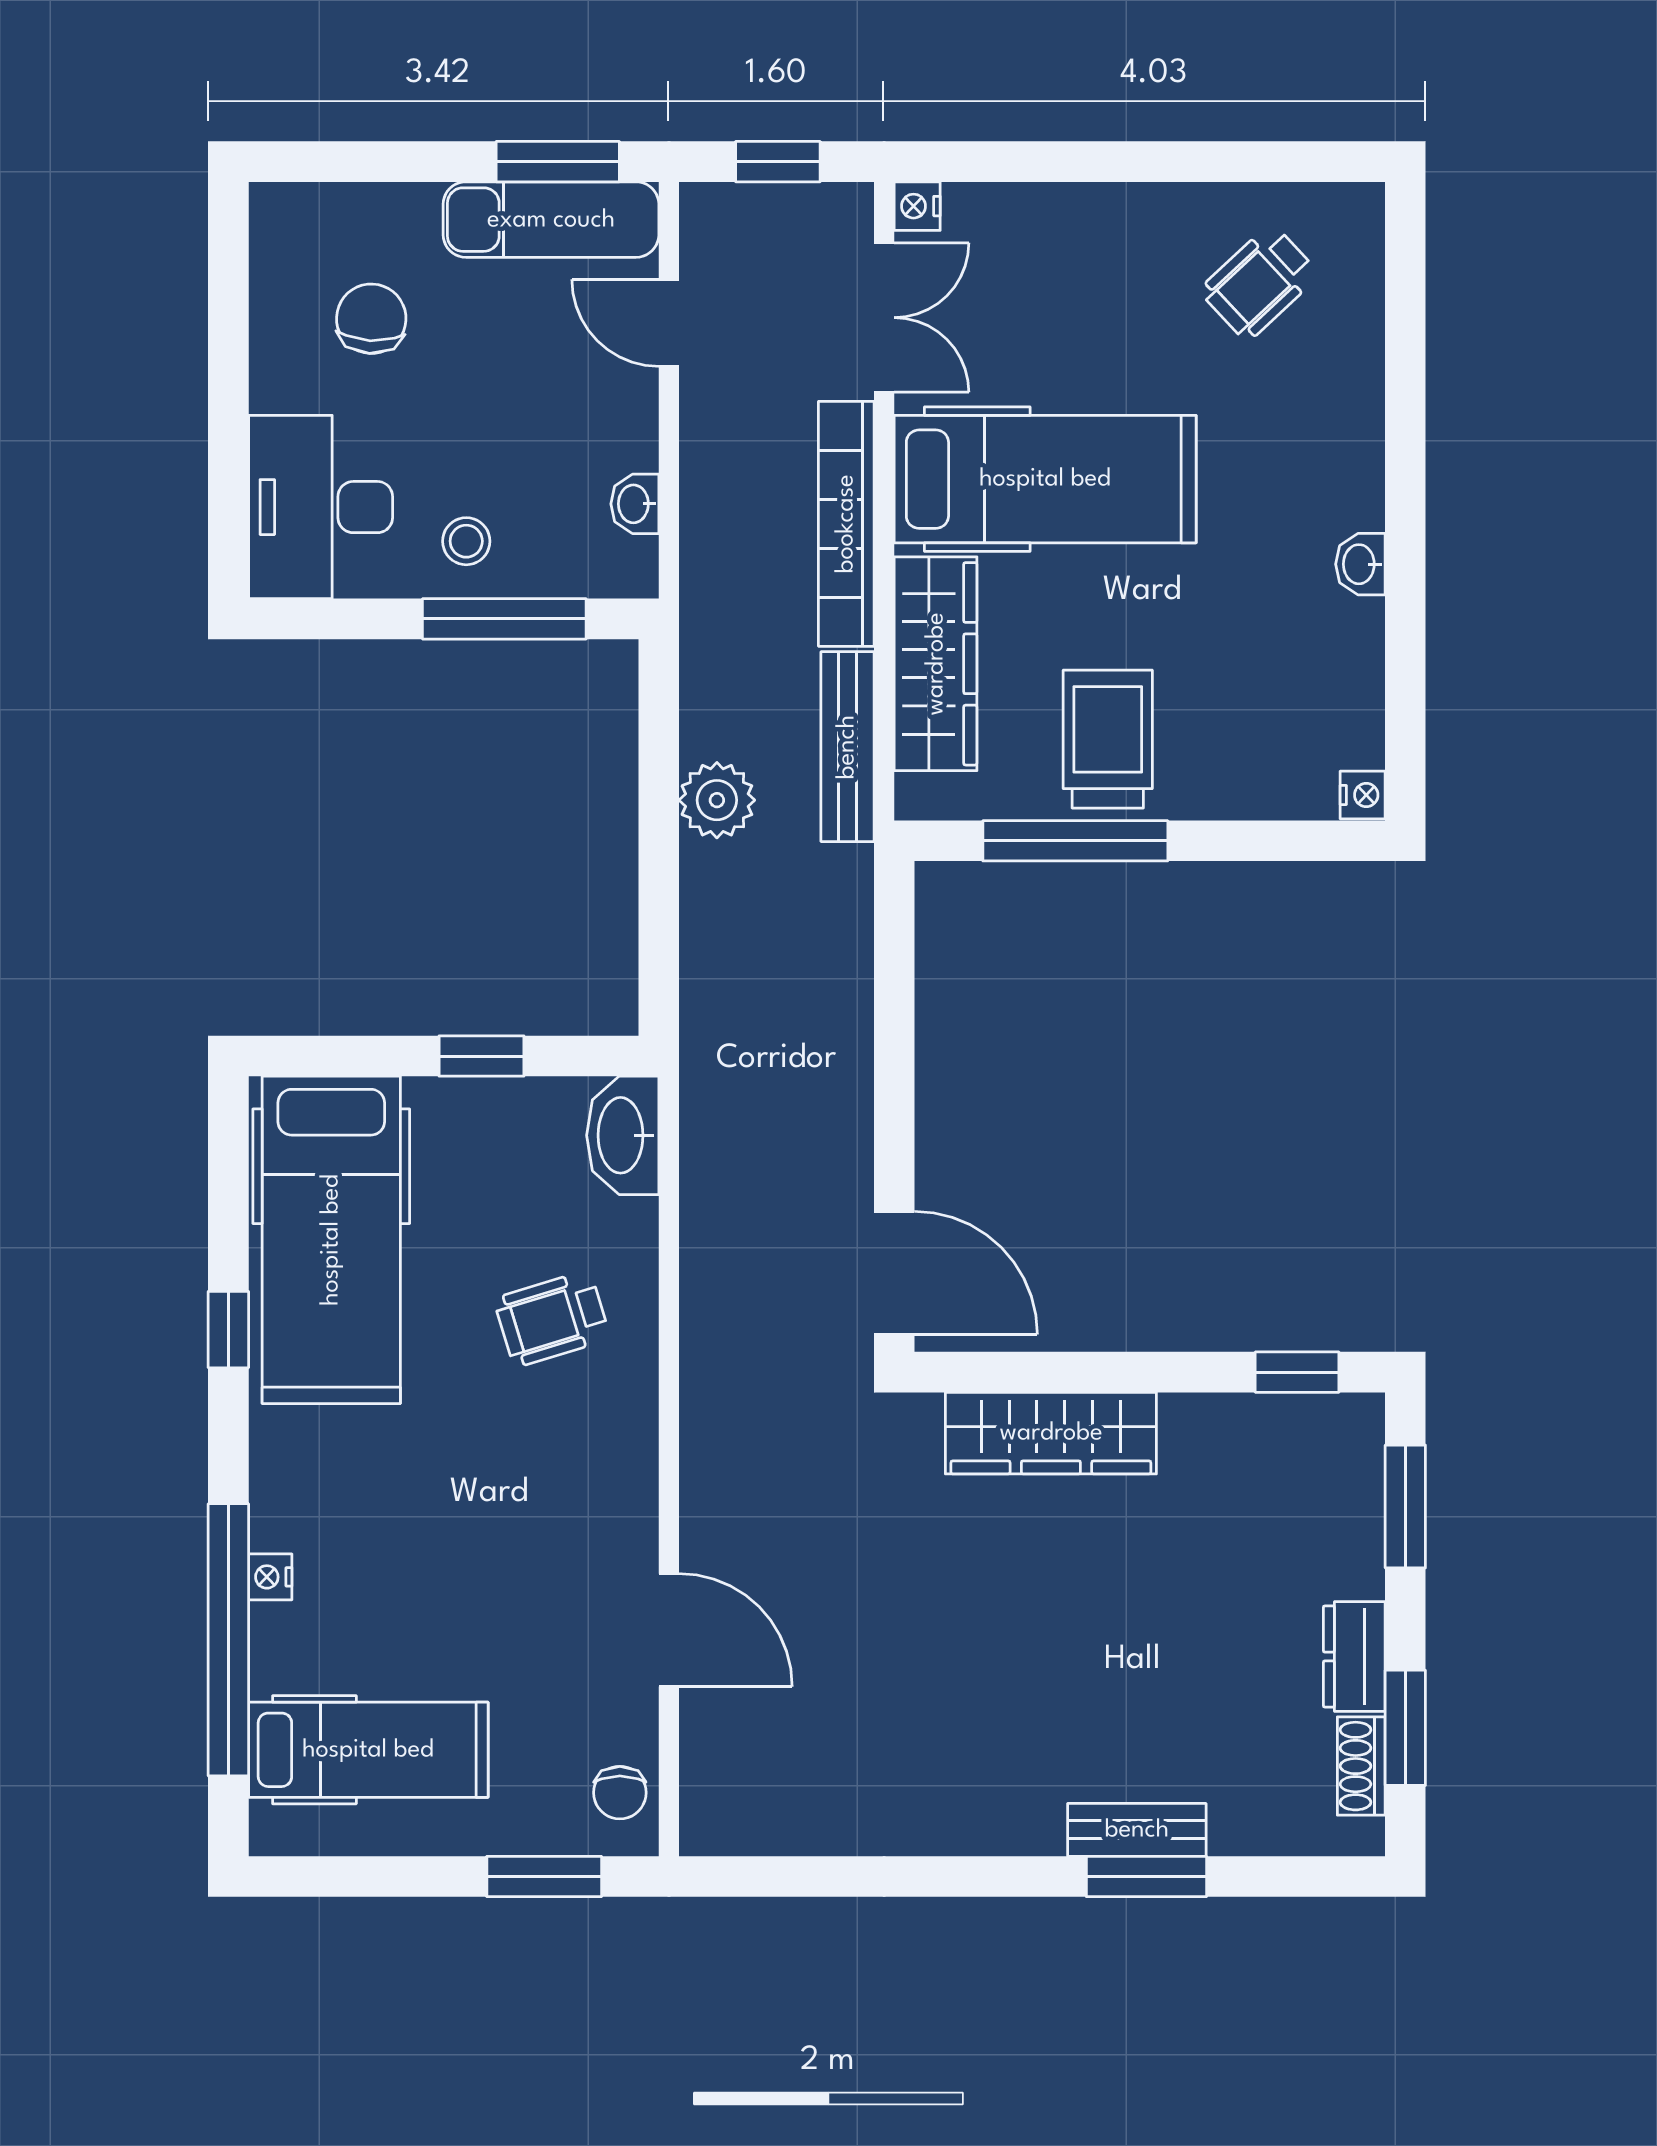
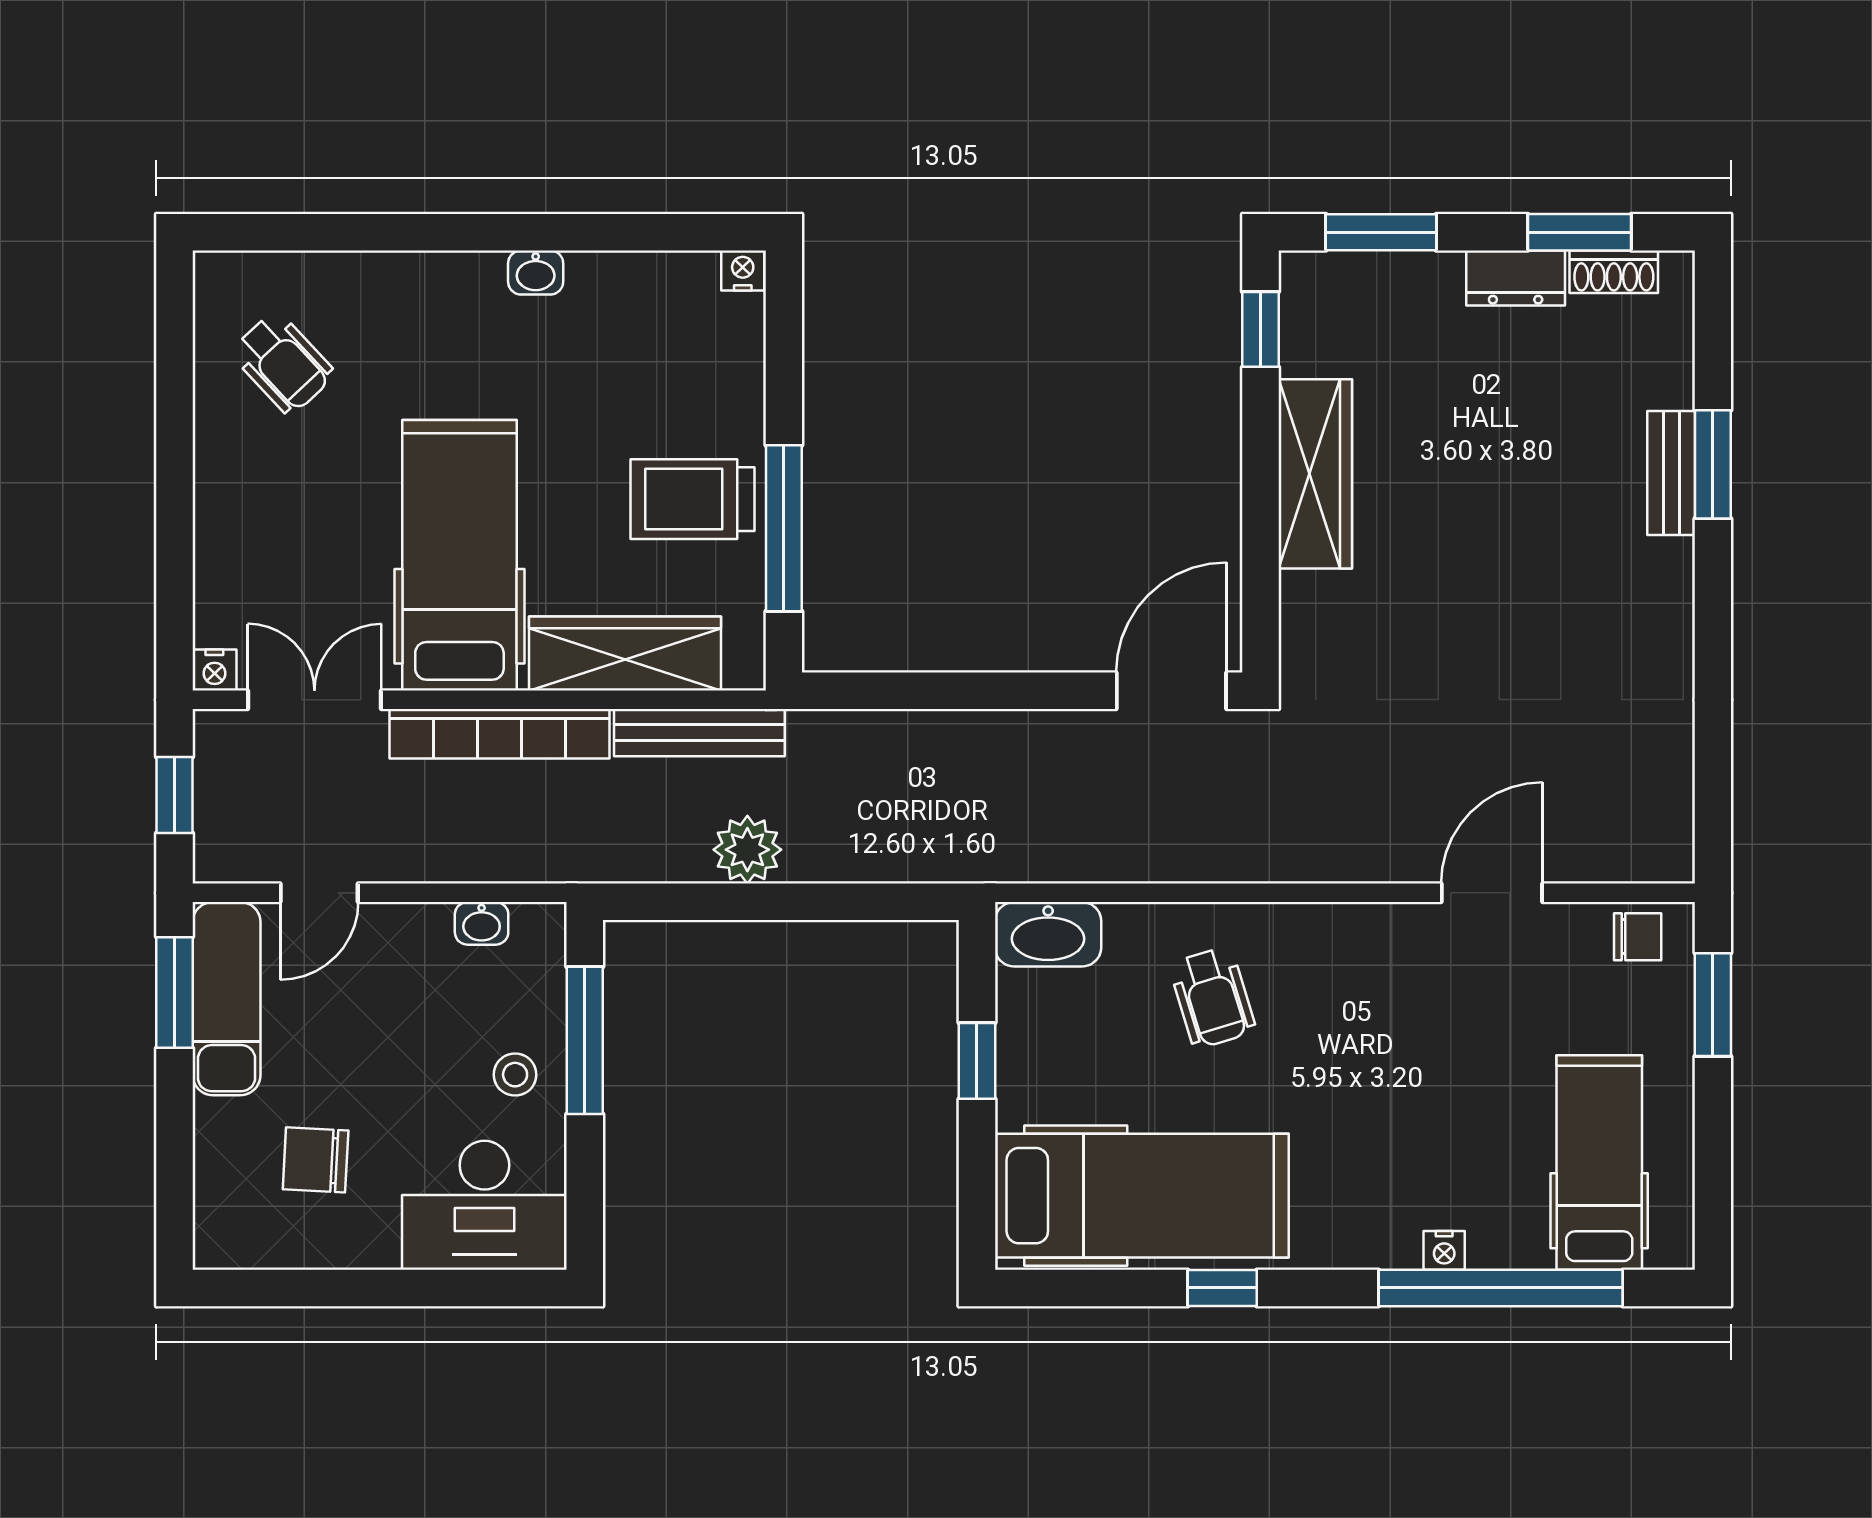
wardrobe: (1051, 1433) -> (1315, 474), moved

